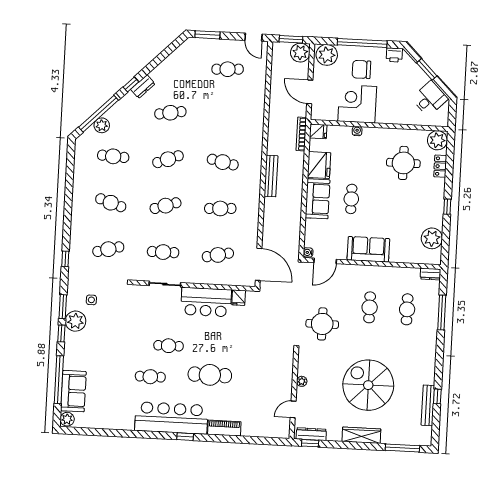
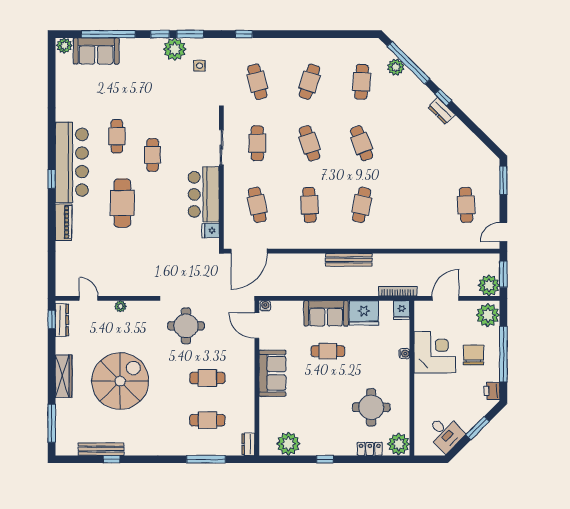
cafe table: (170, 113) -> (414, 143), removed

